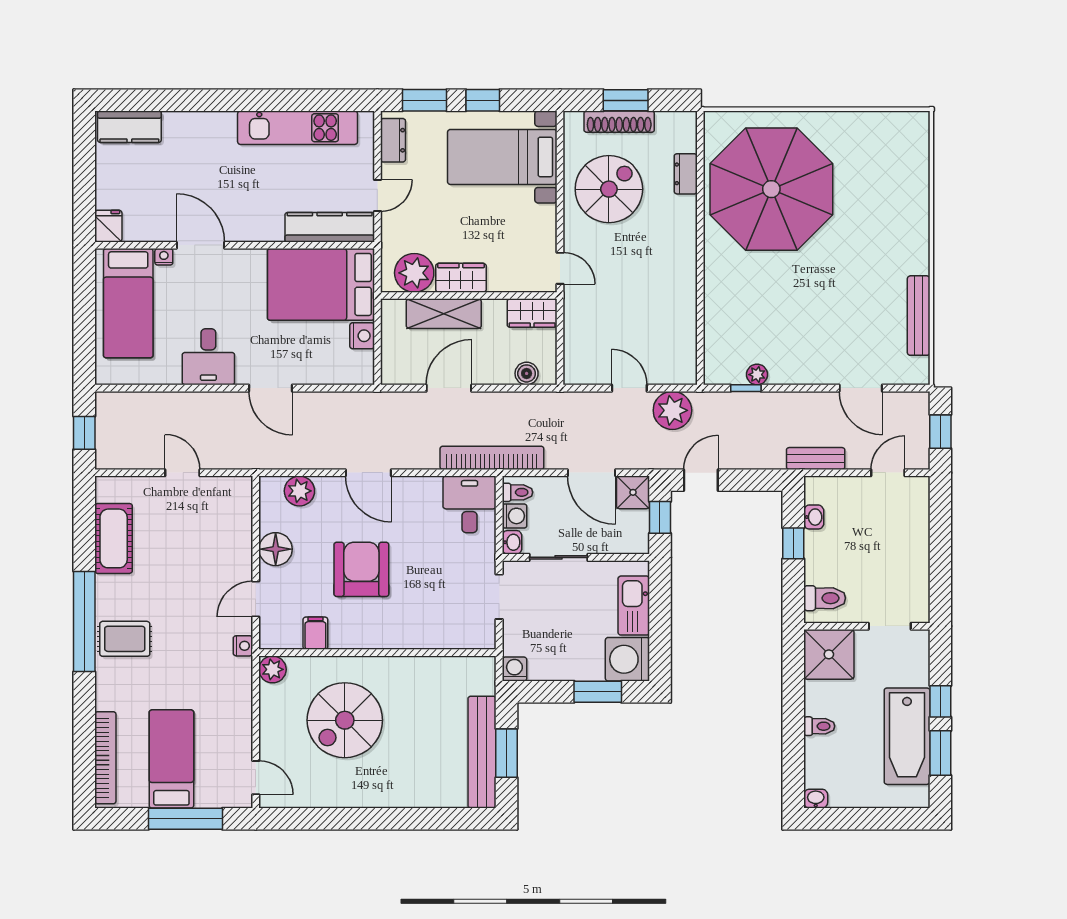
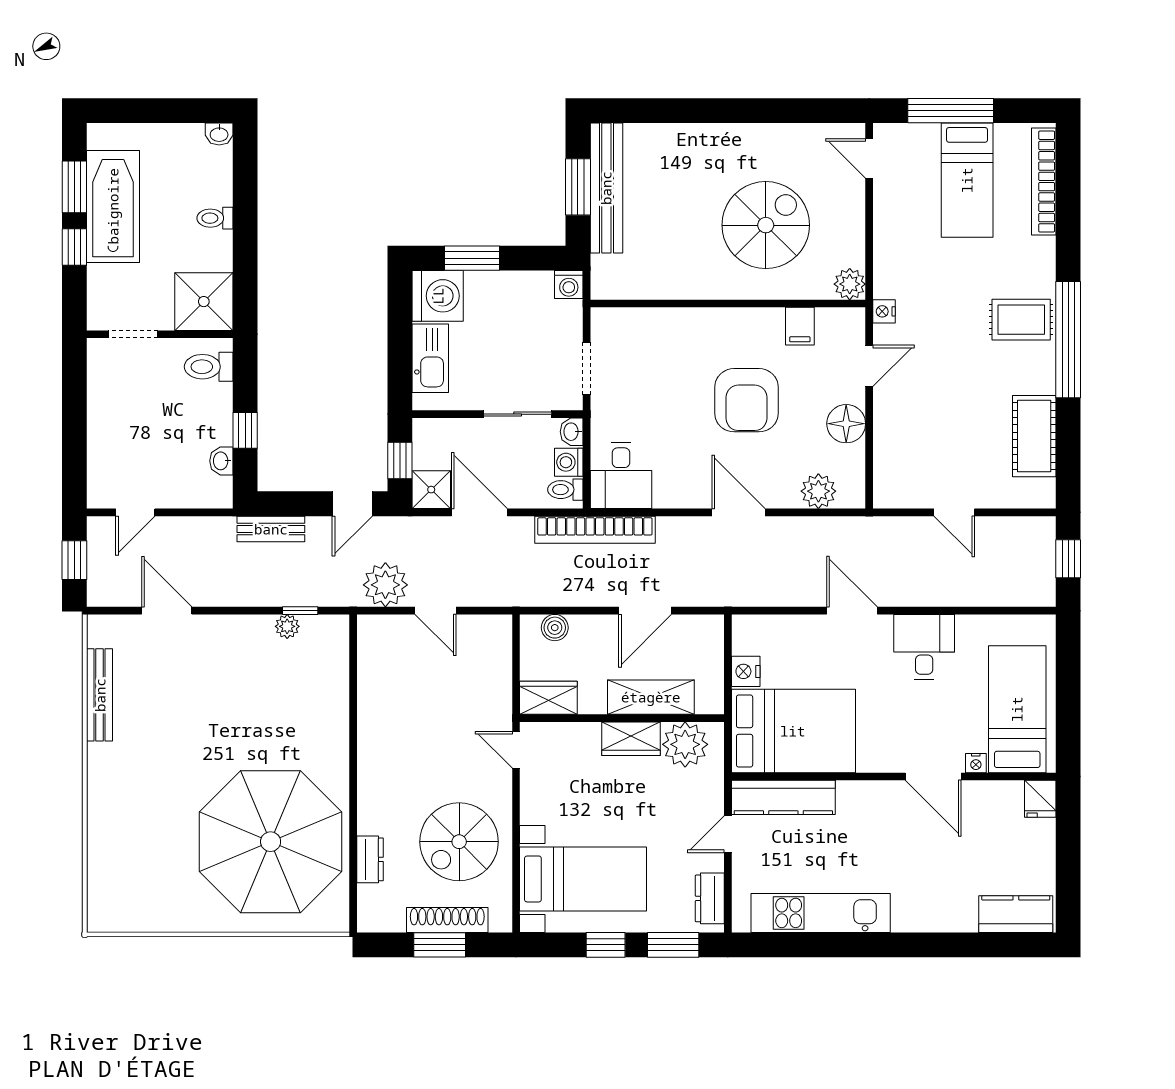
bench: (816, 458) -> (271, 529), moved

